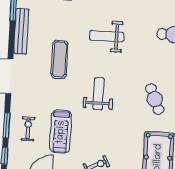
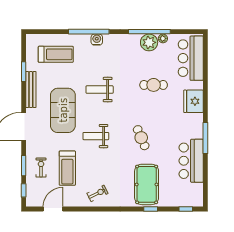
exercise mat: (59, 59) -> (63, 110), width x2.00, depth x1.45
weight bench: (99, 94) -> (96, 136), turned -90

